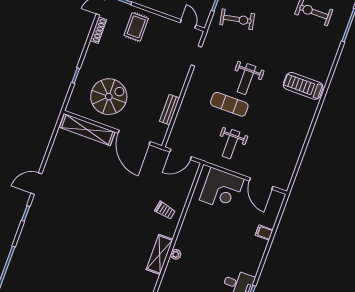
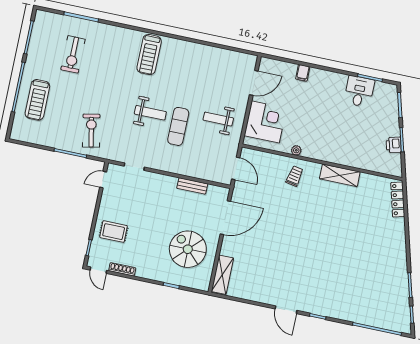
shelving: (87, 130) -> (222, 275), width x0.68
weight bench: (231, 144) -> (218, 119), turned 180
plant: (176, 254) -> (296, 150), moved

